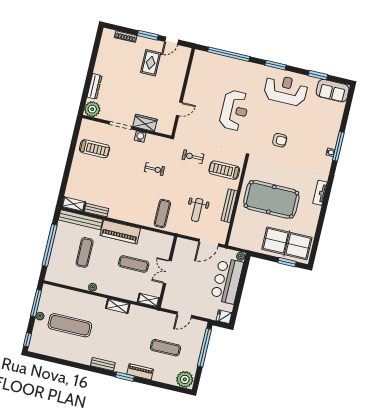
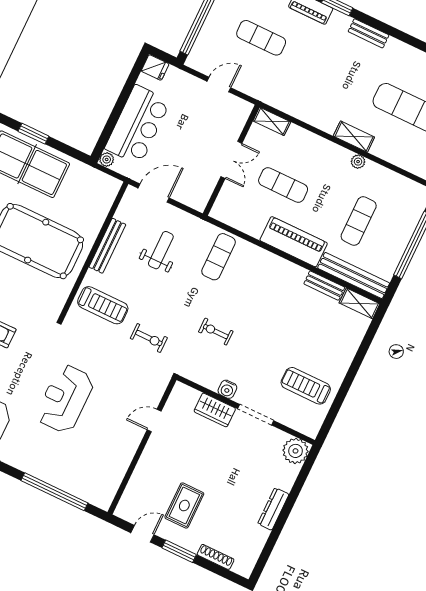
dresser: (95, 86) -> (273, 509), moved
shelving: (118, 306) -> (354, 137), moved

